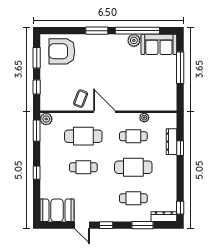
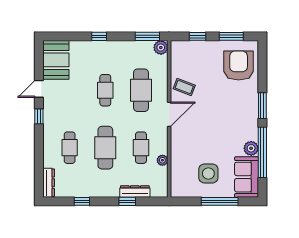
side table: (156, 78) -> (208, 173), added
window: (180, 208) -> (82, 201), moved
window: (142, 225) -> (39, 158), removed

